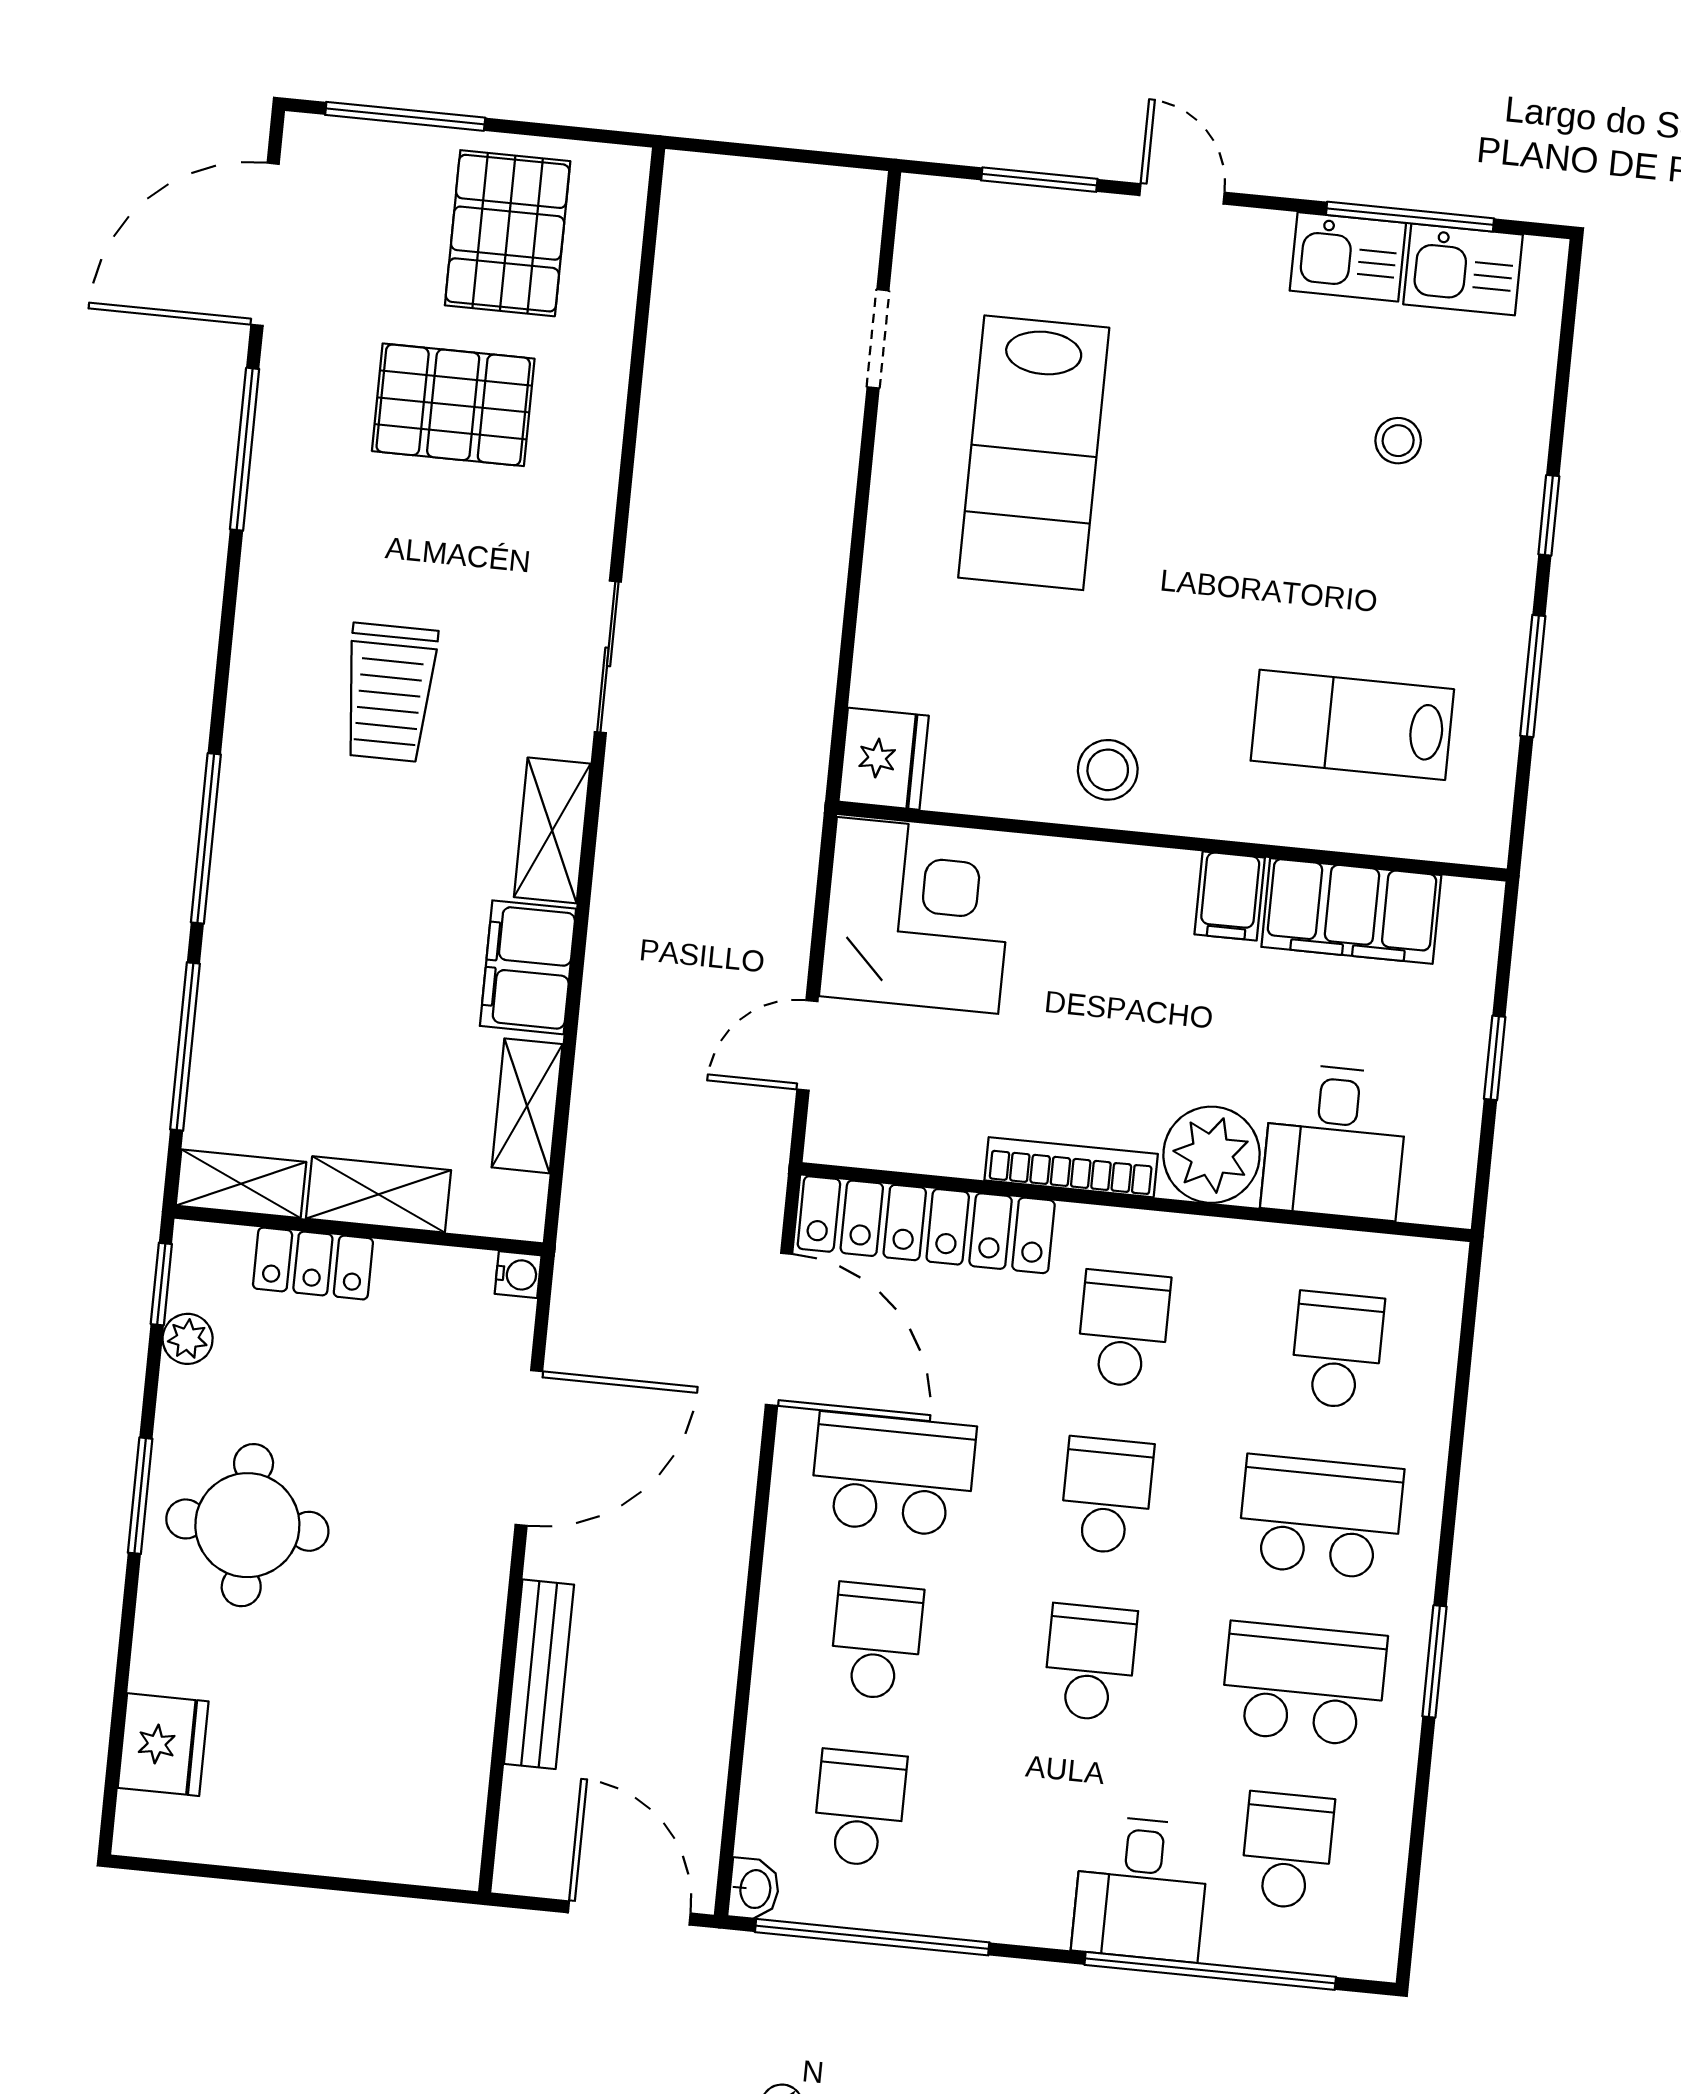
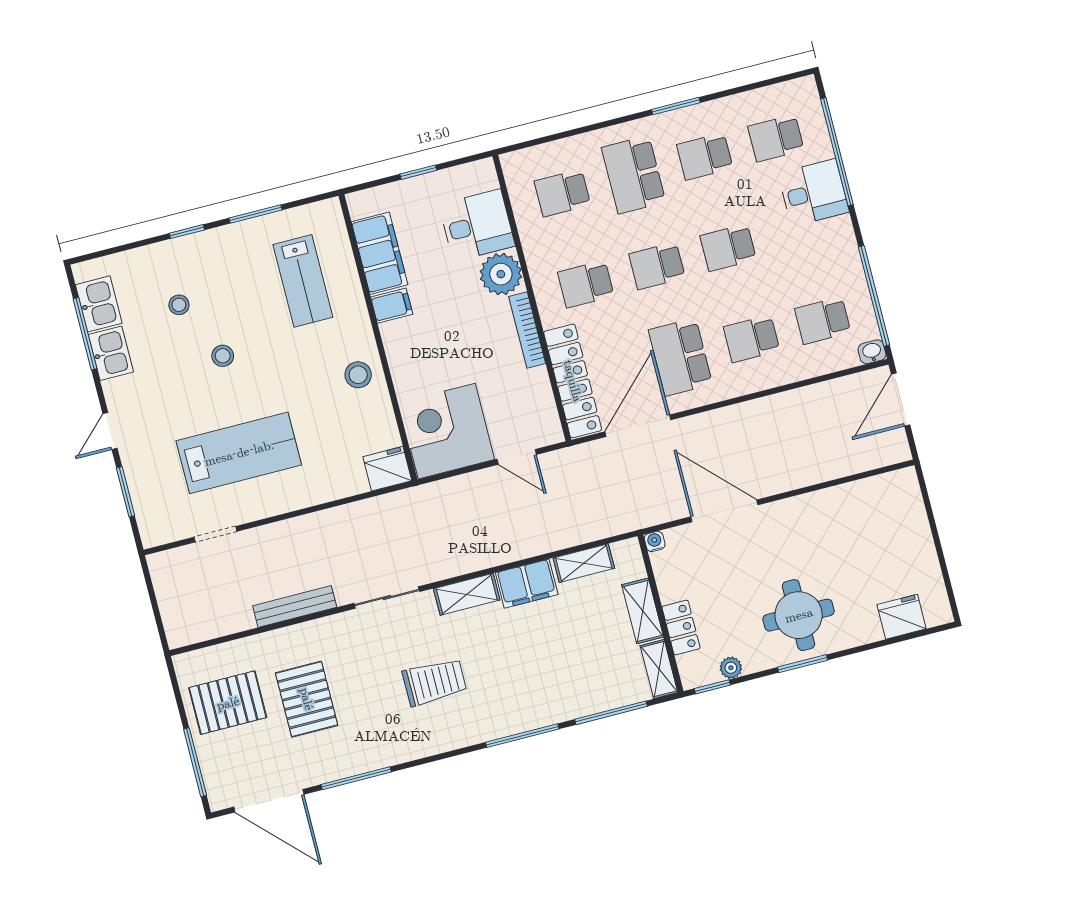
stool: (1255, 494) -> (223, 356), added
bench: (539, 1674) -> (295, 606), moved
school desk: (1304, 1684) -> (705, 156), width x0.54

